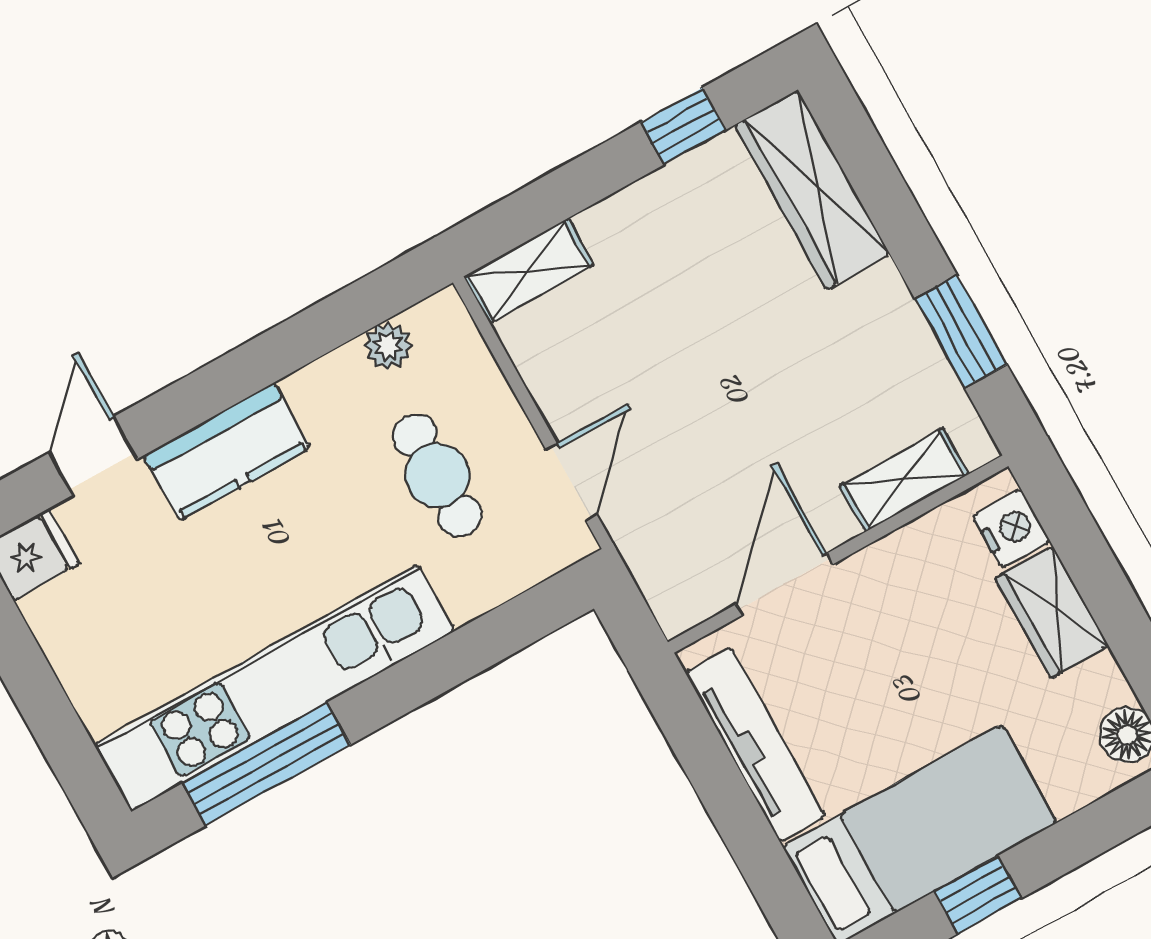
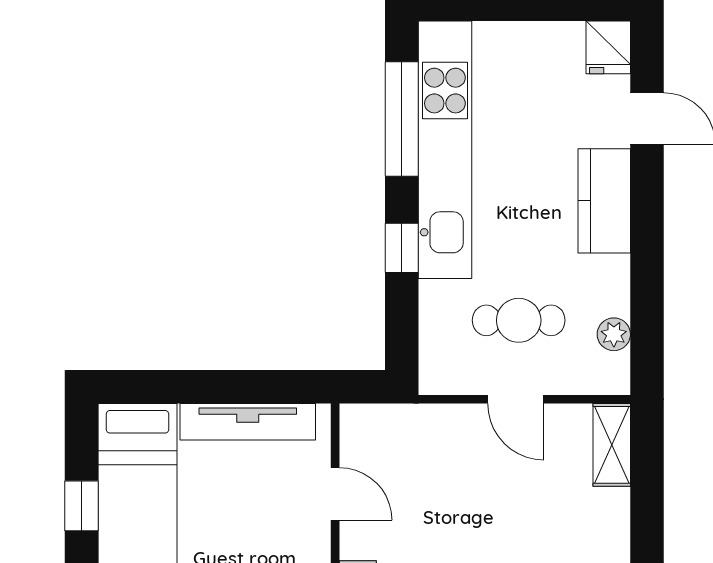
door: (571, 482) -> (516, 399), moved
door: (784, 584) -> (335, 494), width x0.73
window: (428, 673) -> (402, 248), added

